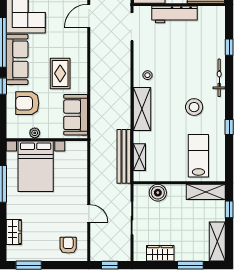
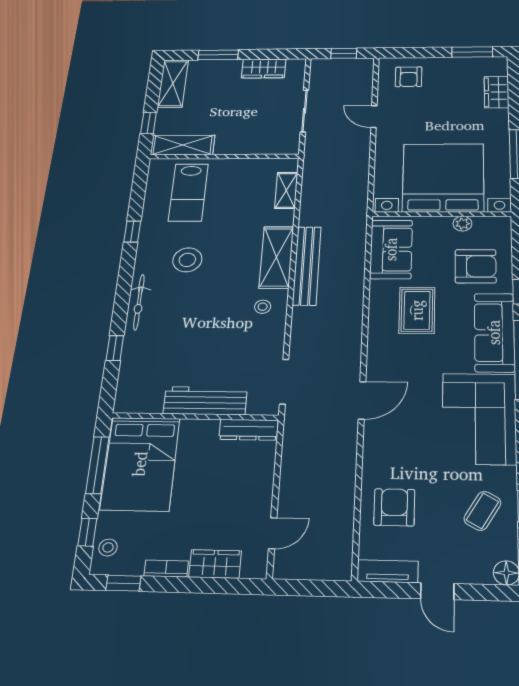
bench: (124, 156) -> (307, 266), moved
bed with nightstands: (36, 166) -> (443, 178), width x1.36
boiler: (158, 193) -> (260, 144), removed

